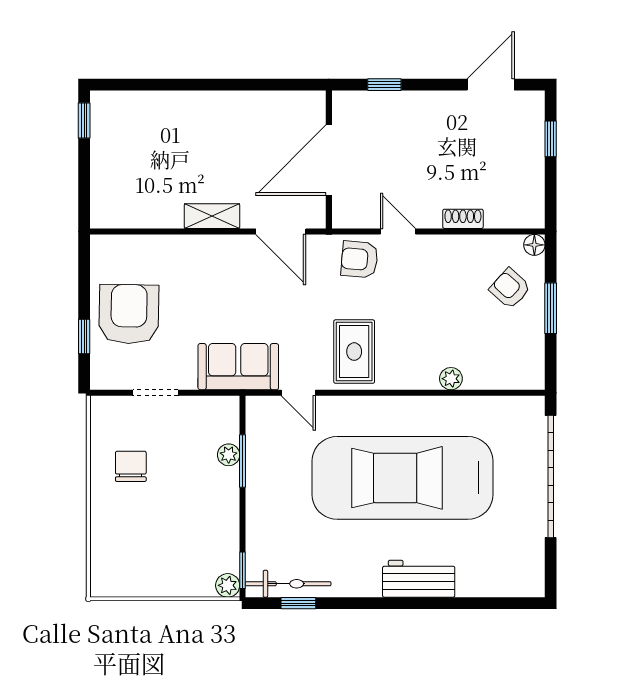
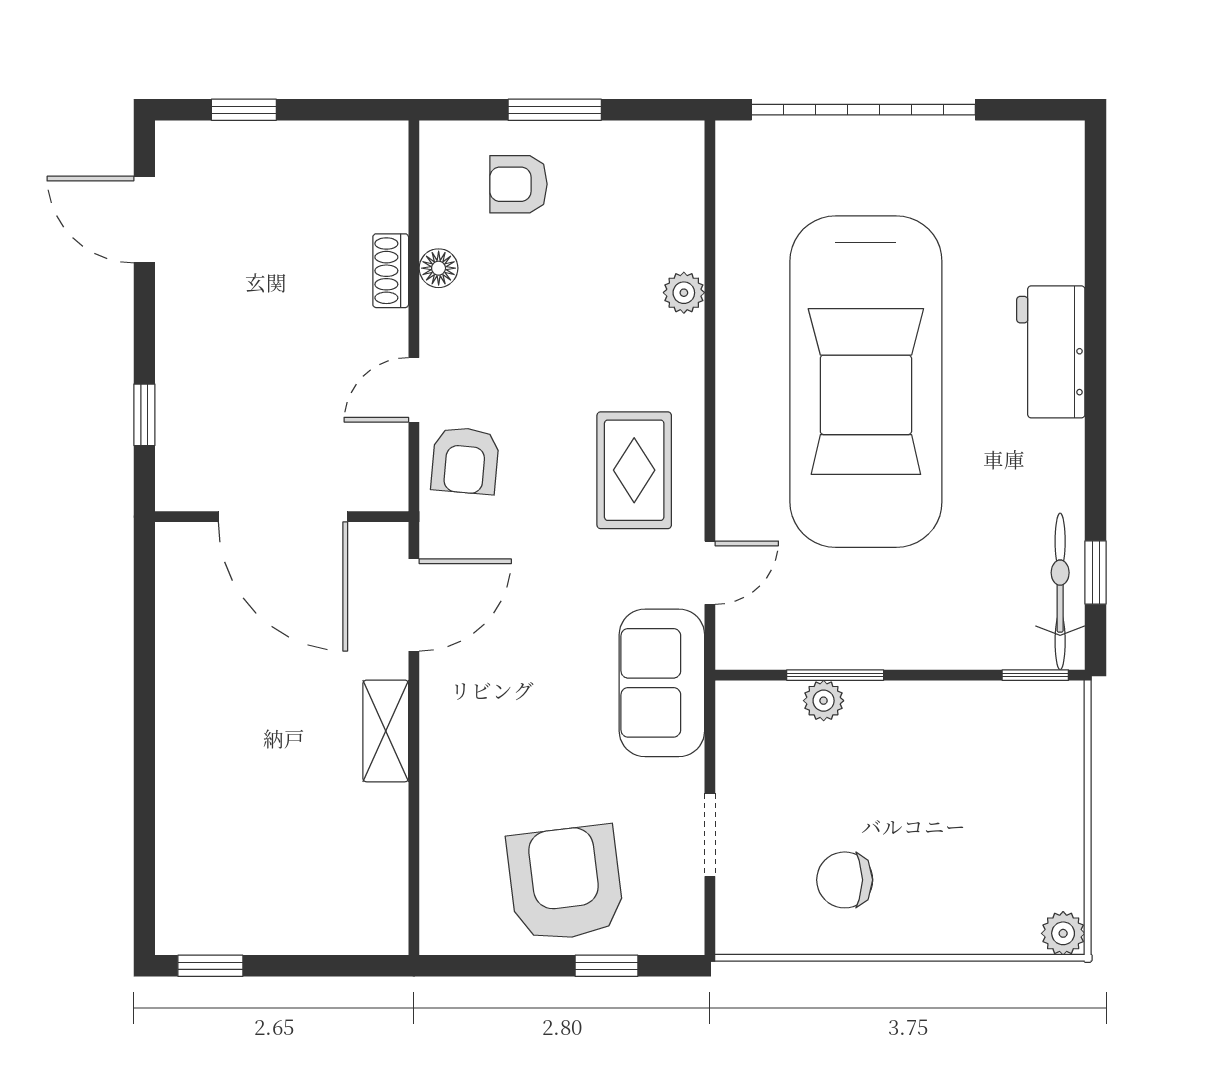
floor lamp: (534, 245) -> (439, 268), moved
armchair: (510, 288) -> (518, 184), turned 48
armchair: (129, 314) -> (565, 883), turned 82
rug: (354, 352) -> (634, 470), turned 90
plant: (228, 585) -> (1063, 933), moved

